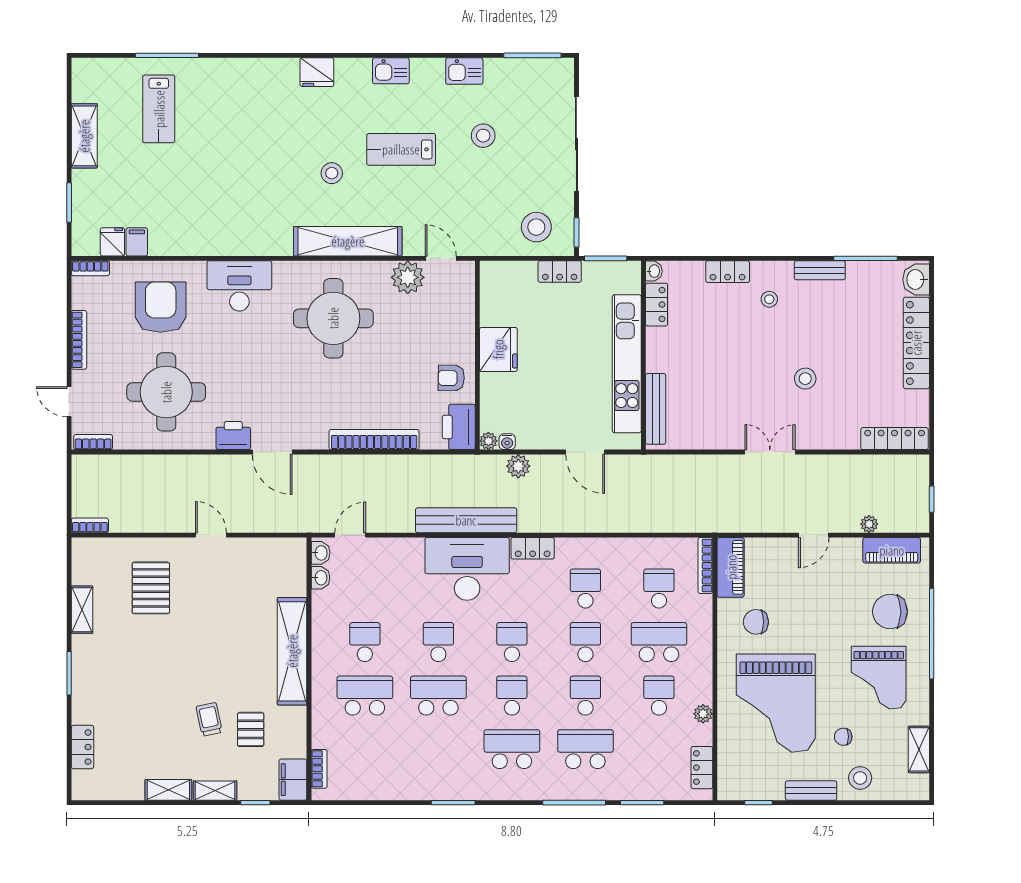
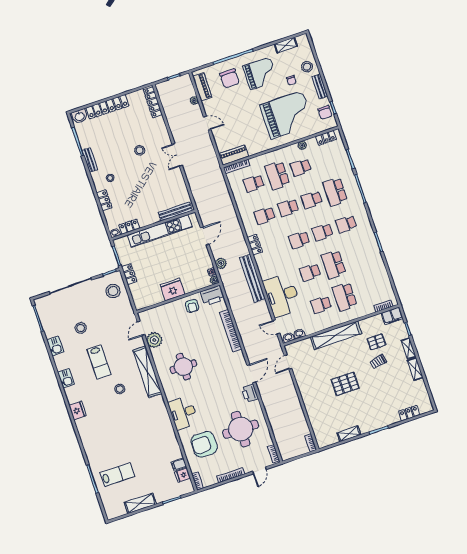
round table: (333, 318) -> (183, 367), width x0.73, depth x0.73
door: (211, 535) -> (288, 362), moved
desk: (467, 569) -> (282, 295), moved
pallet: (151, 588) -> (345, 384), moved
chair: (756, 622) -> (325, 113), moved
school desk: (512, 749) -> (346, 224), width x0.54

